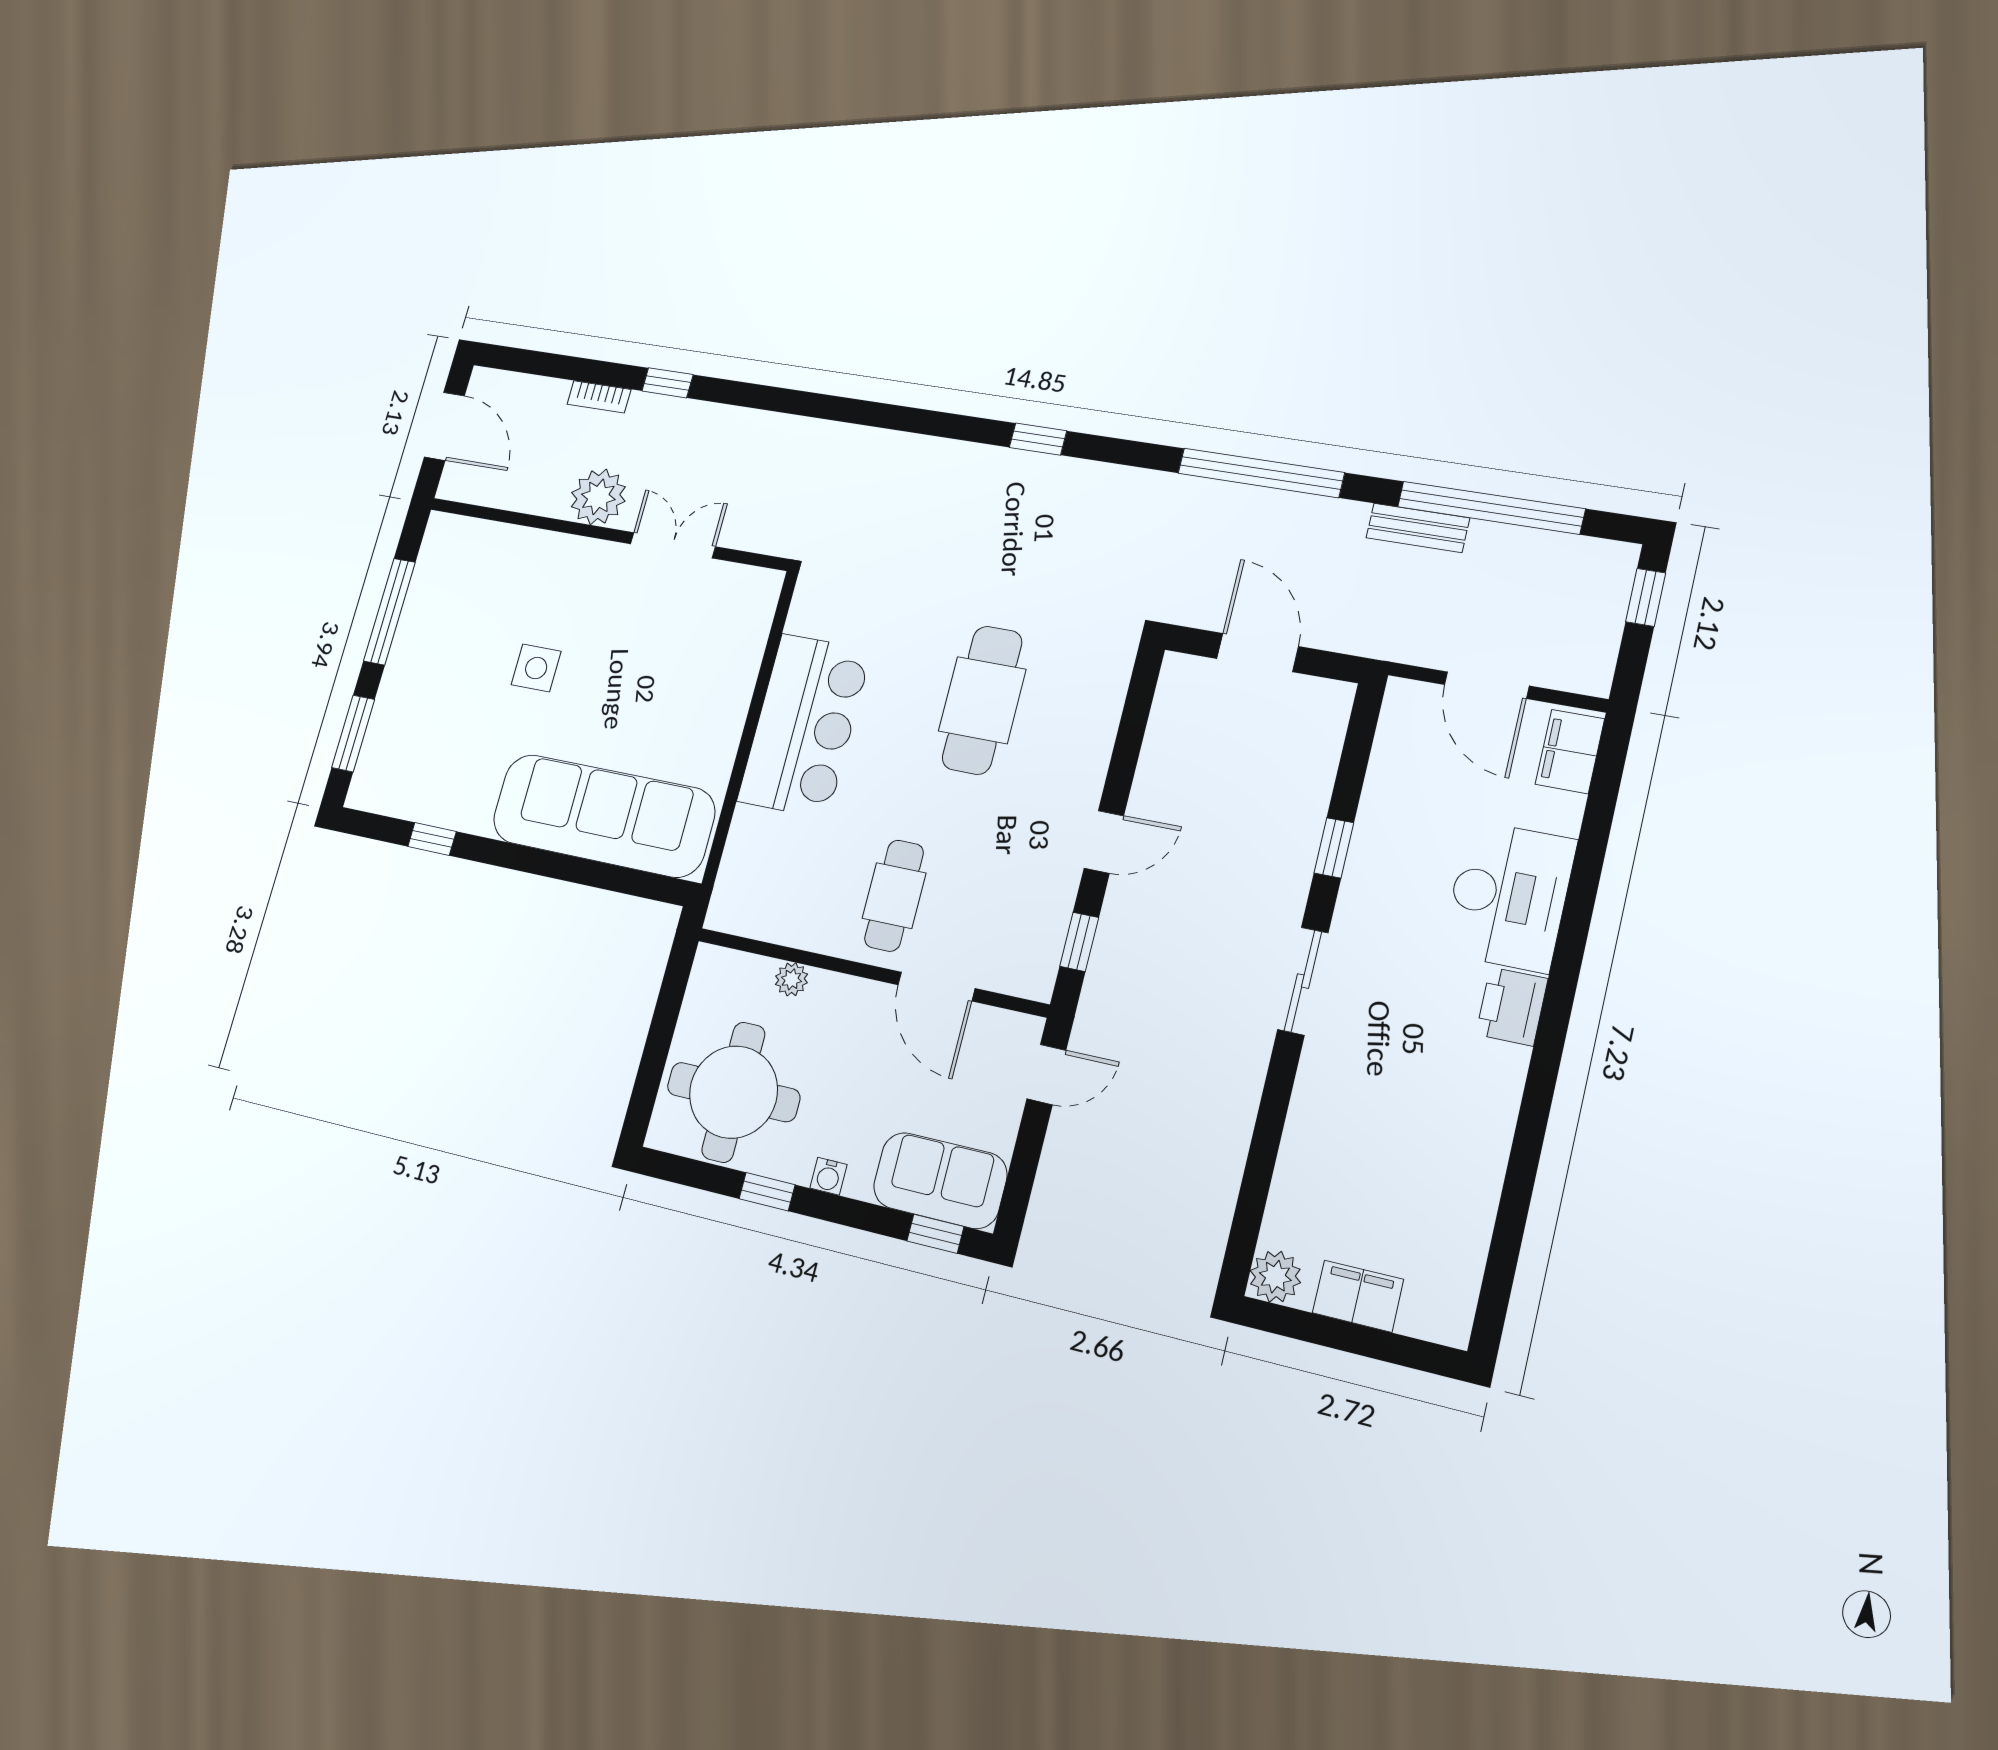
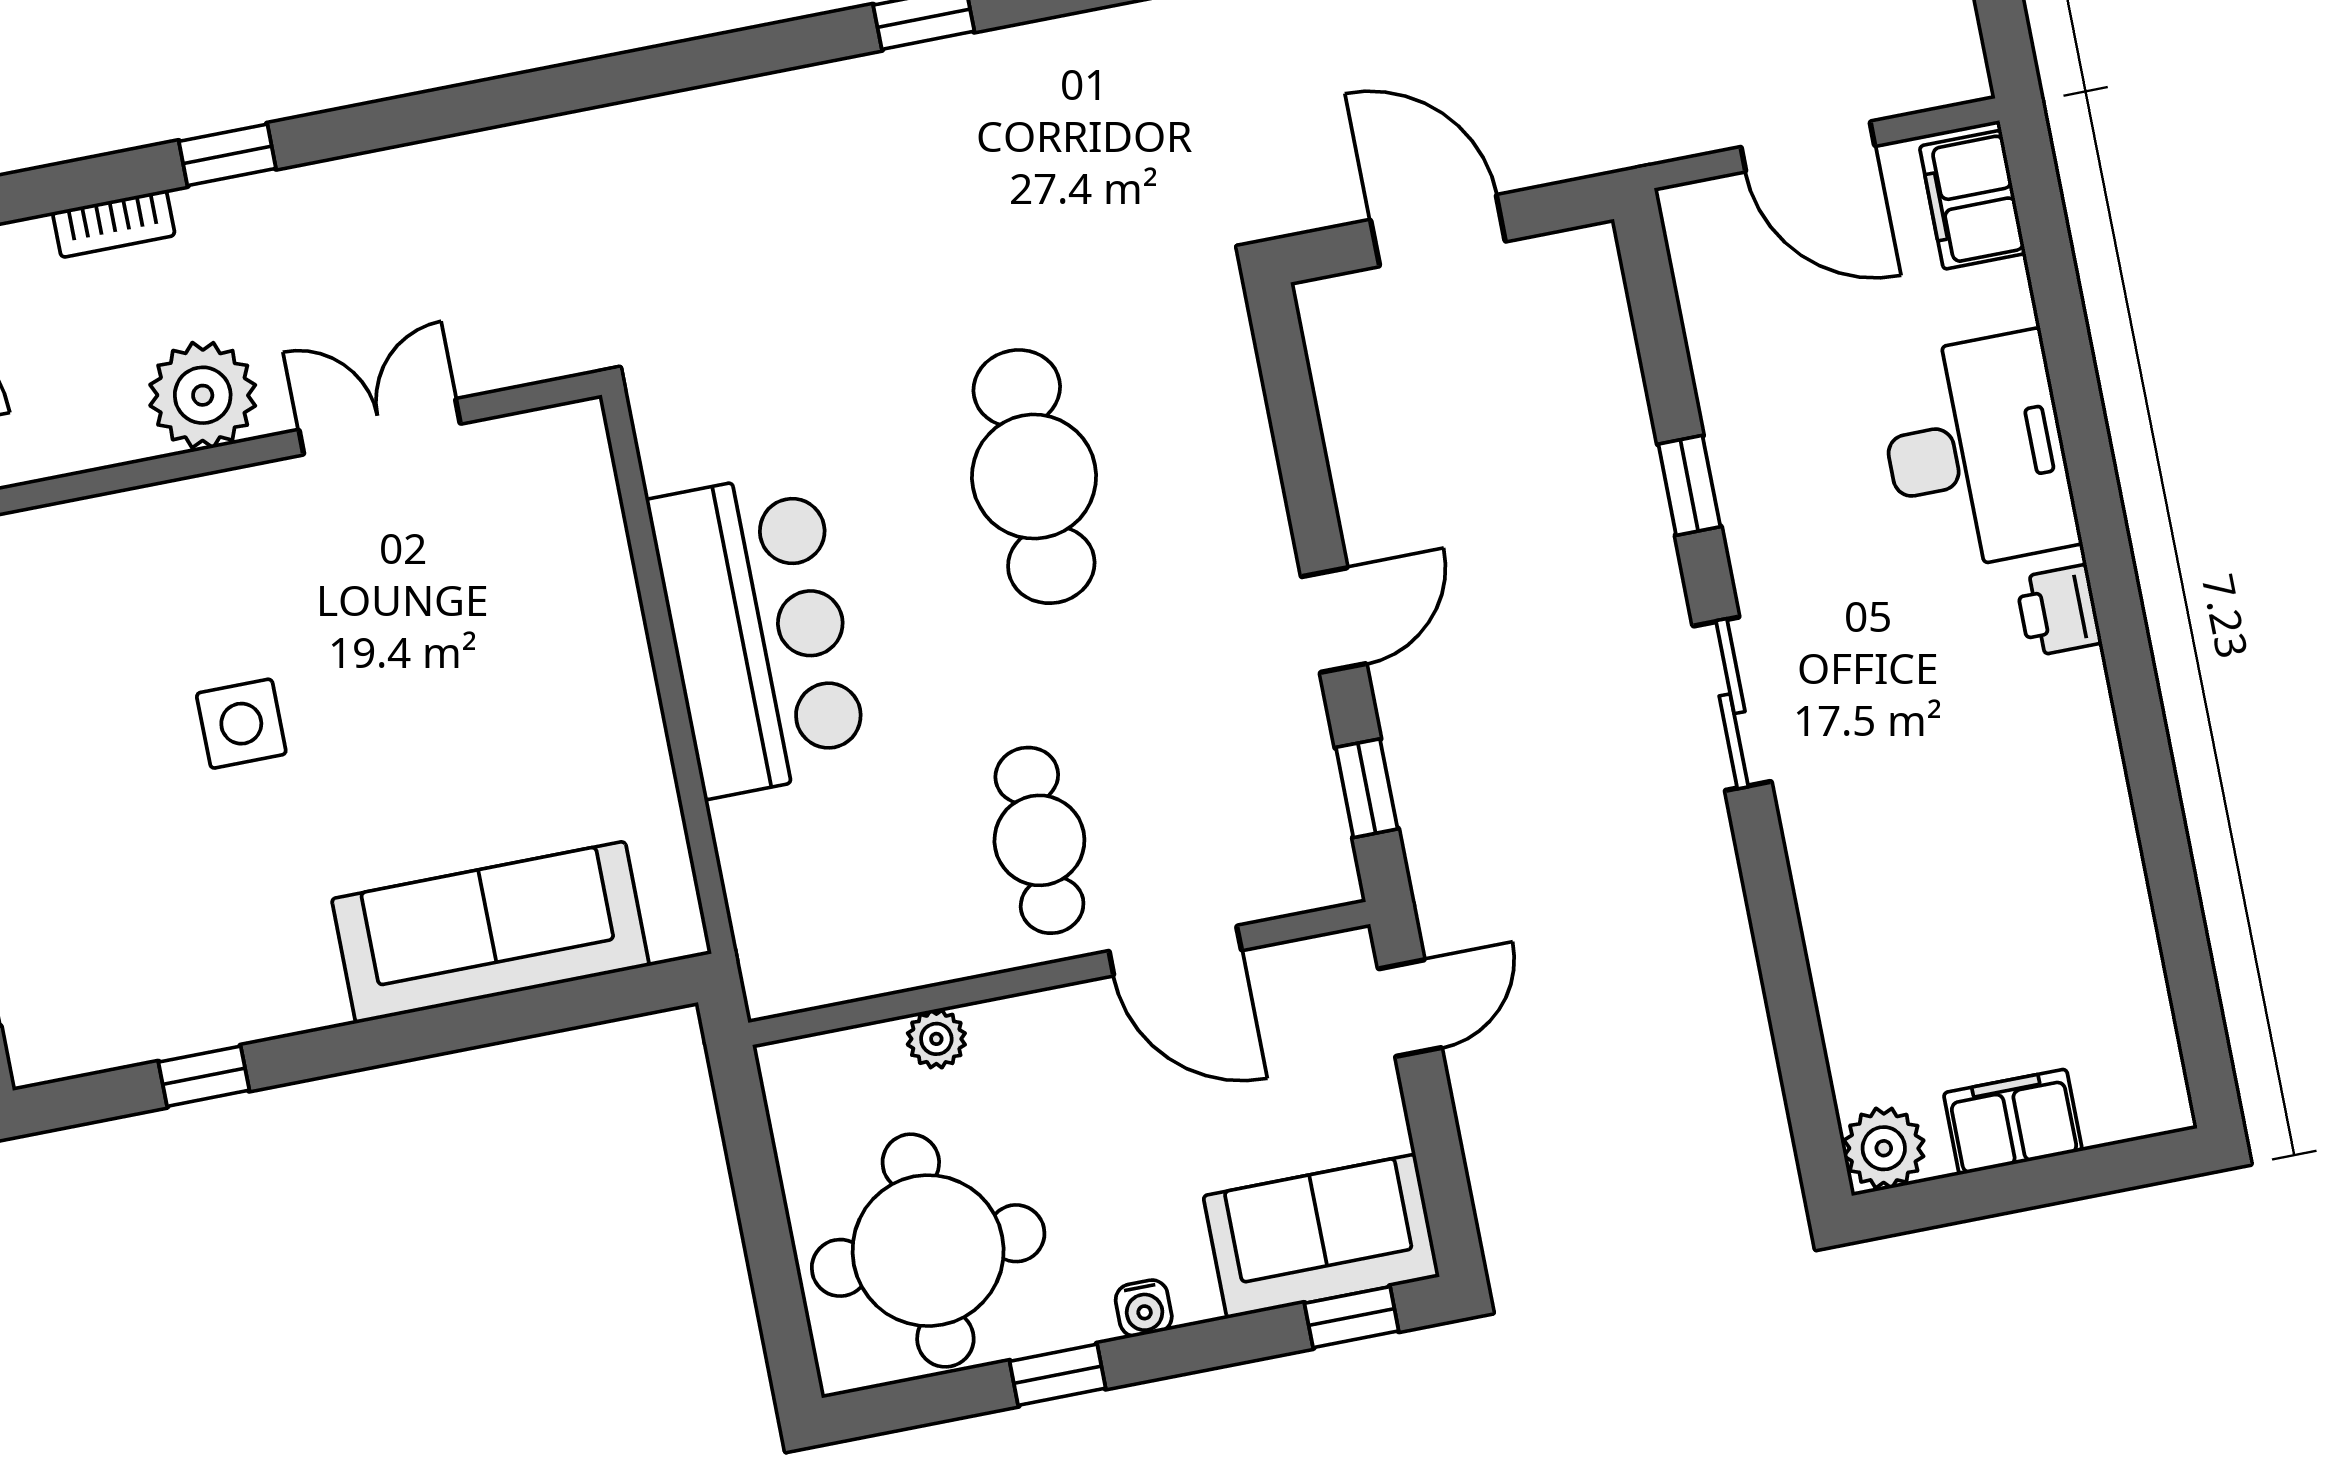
sofa: (603, 816) -> (490, 932), width x0.74, depth x0.79
printer: (1512, 1006) -> (2059, 611), width x0.73, depth x0.81

